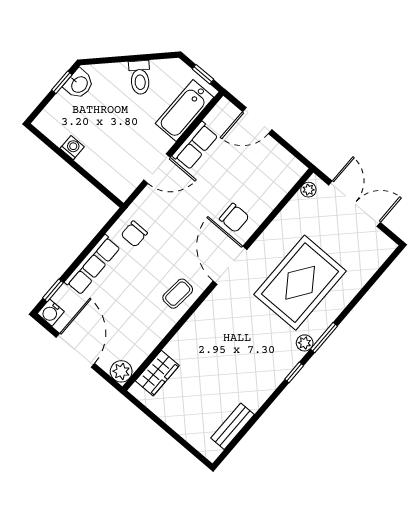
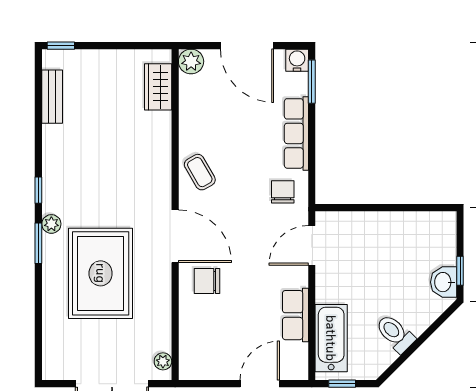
washing machine: (72, 148) -> (402, 221), removed
door: (157, 169) -> (312, 245), moved
window: (53, 290) -> (312, 82), width x1.50
coffee table: (178, 294) -> (200, 172), turned -35
window: (198, 455) -> (61, 46), added

